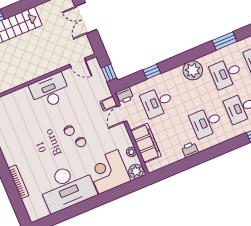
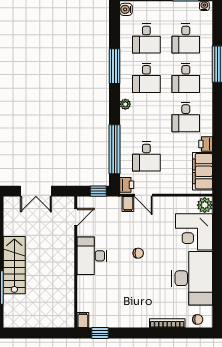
window: (225, 41) -> (115, 66), width x1.44
plant: (193, 70) -> (125, 104), width x0.53, depth x0.53
window: (152, 72) -> (115, 149), width x3.17
chair: (81, 142) -> (198, 319), moved
filing cabinet: (146, 143) -> (202, 171), moved, turned -90
plant: (131, 152) -> (184, 202), removed

